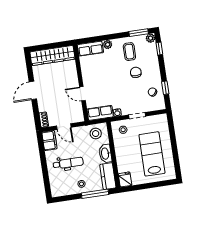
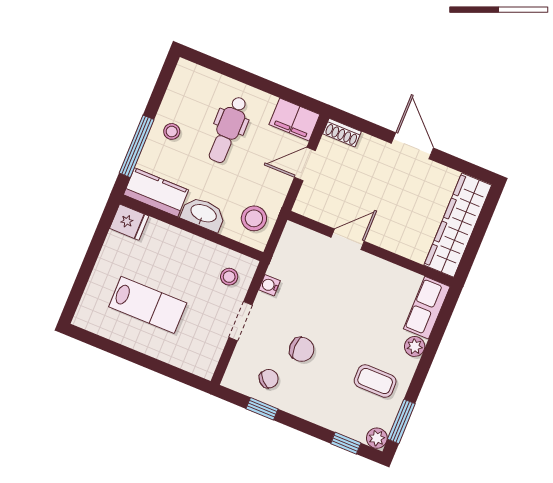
chair: (136, 72) -> (302, 349), moved
row of seats: (100, 113) -> (289, 251), removed
lab bench: (152, 154) -> (148, 305), width x0.73, depth x0.72

